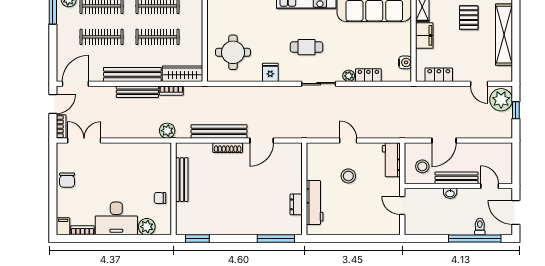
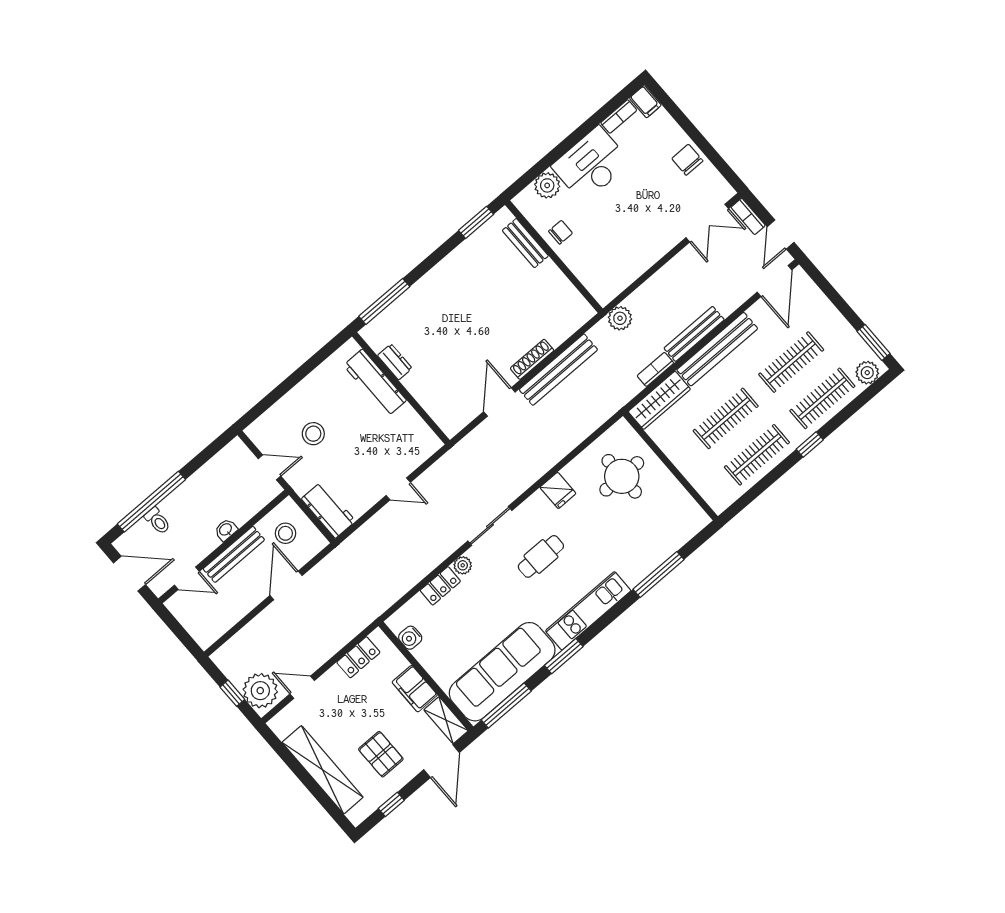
stool: (348, 176) -> (313, 434), moved
bench: (182, 180) -> (525, 243), moved, width x0.73

